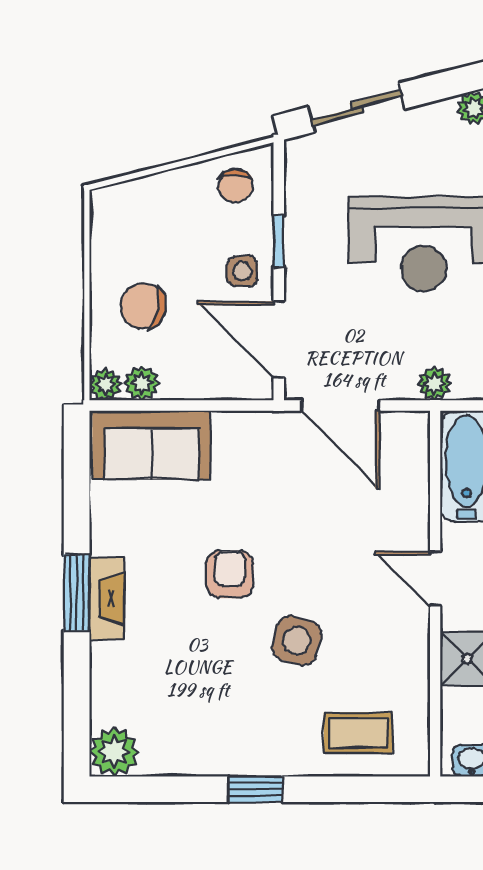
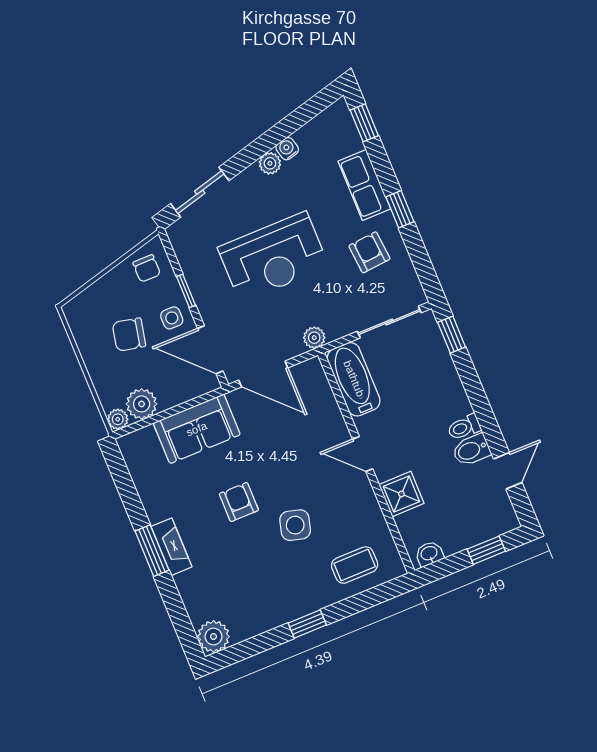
chair: (143, 306) -> (129, 335), moved
plant: (142, 383) -> (142, 404), width x1.38, depth x1.38
sofa: (152, 445) -> (197, 429), moved

